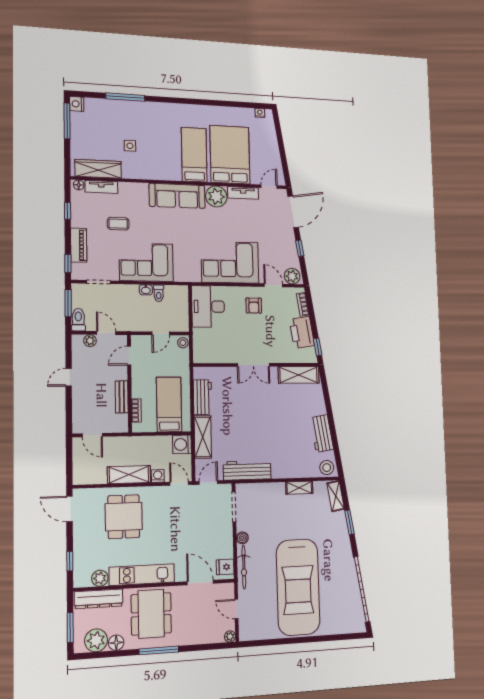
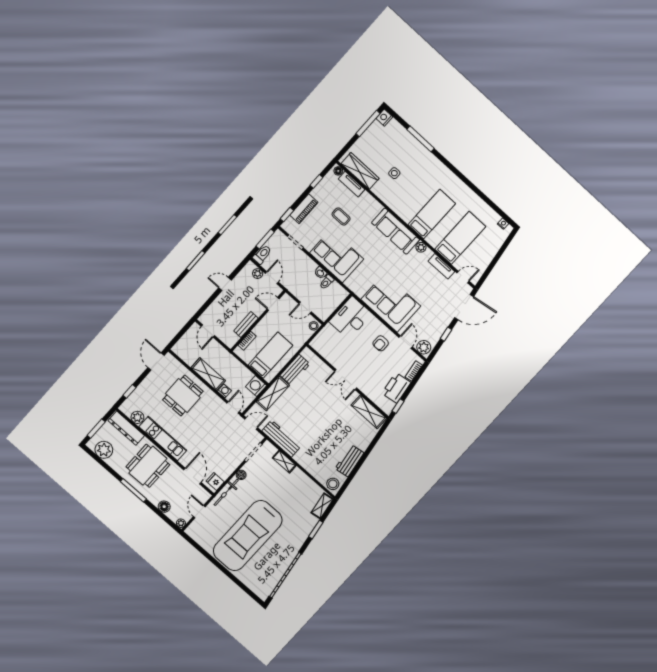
bed: (230, 155) -> (460, 238), width x0.67
plant: (216, 196) -> (421, 247), width x0.53, depth x0.53
shelving: (299, 488) -> (284, 462), moved
floor lamp: (116, 643) -> (164, 507), moved

